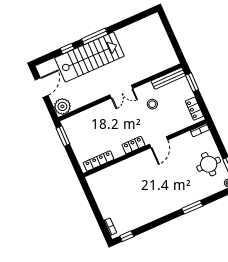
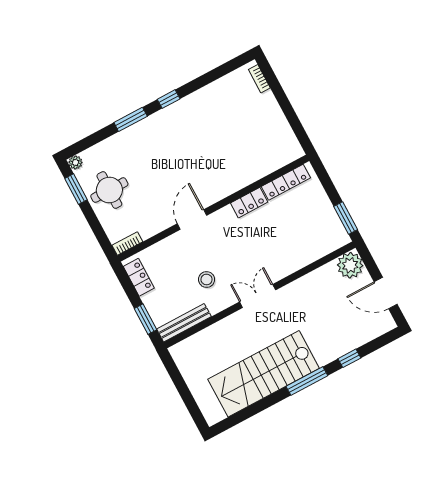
stairs: (89, 57) -> (264, 374), moved
door: (42, 88) -> (386, 293), hinge flipped
locker: (133, 145) -> (249, 203), moved
window: (127, 236) -> (169, 99), moved

